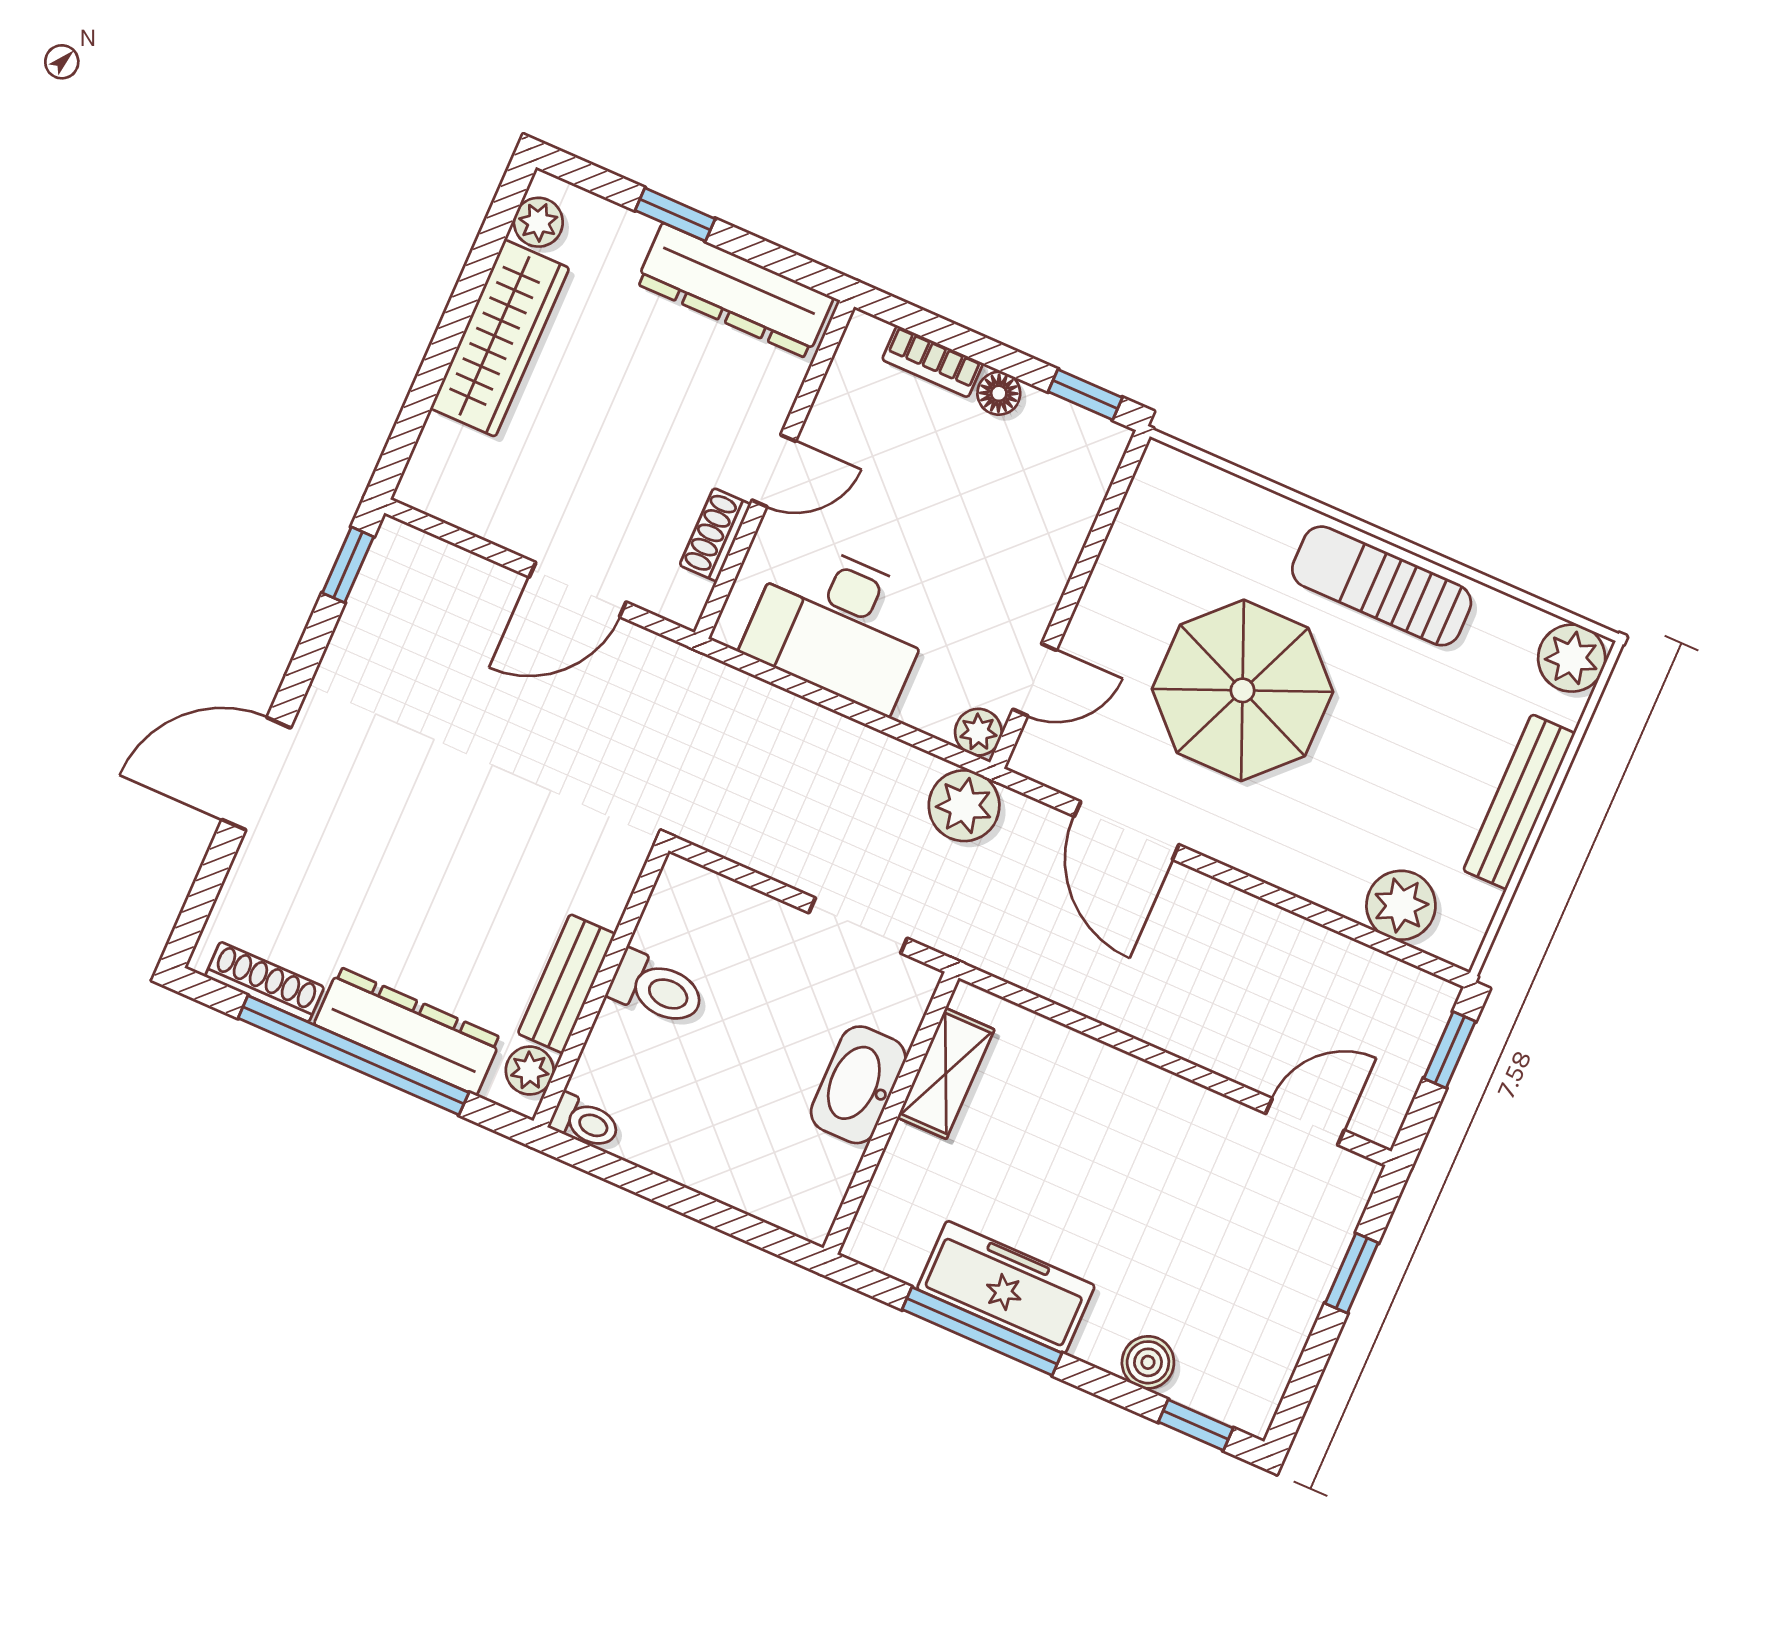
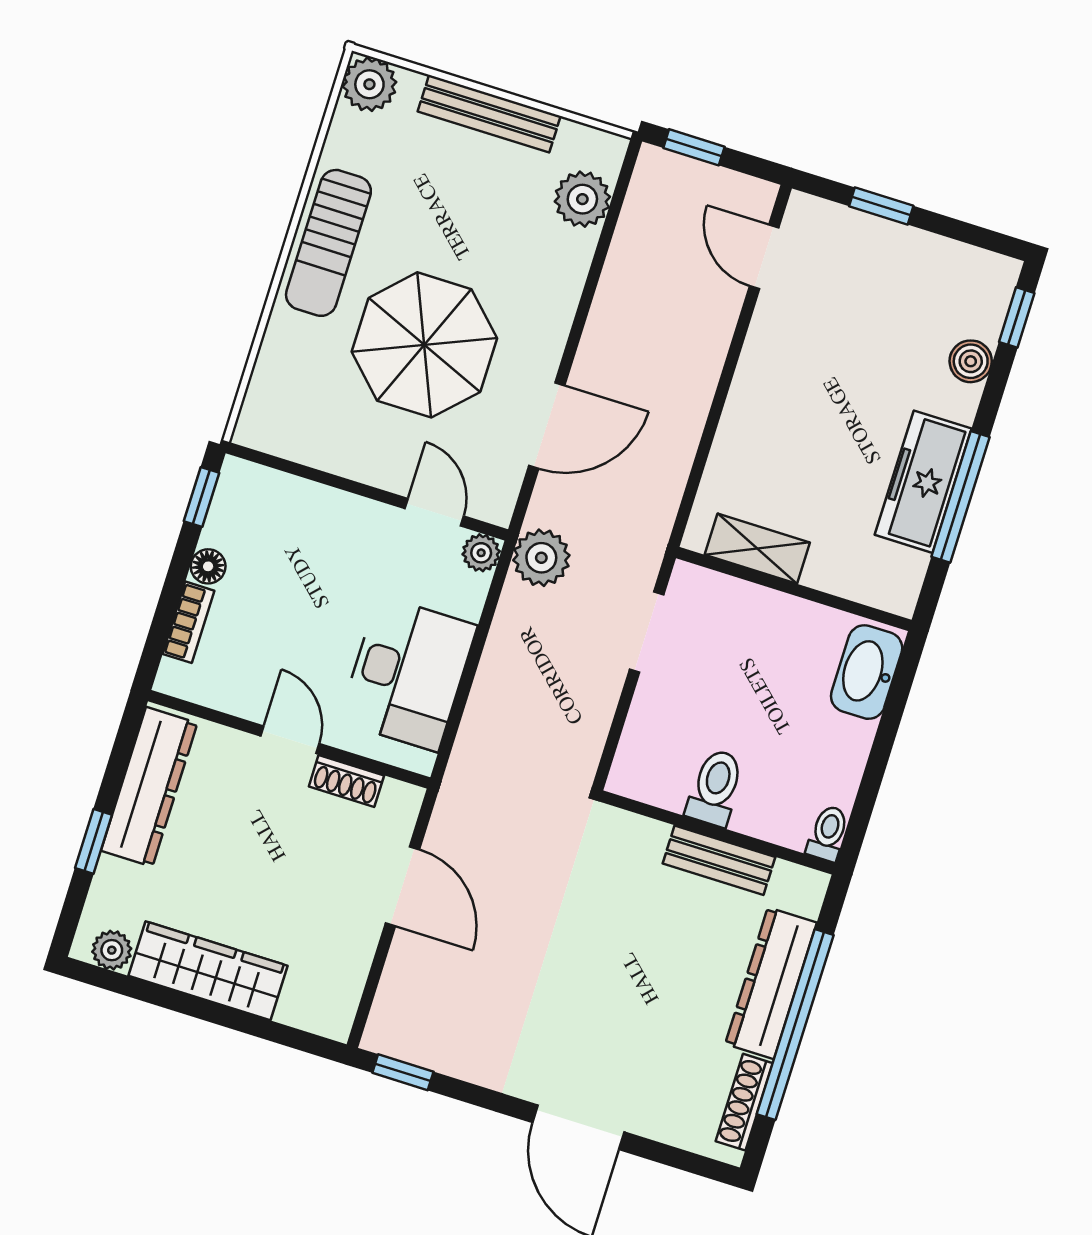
plant: (530, 1071) -> (792, 882), removed
washbasin: (858, 1085) -> (867, 672), moved, turned 90

